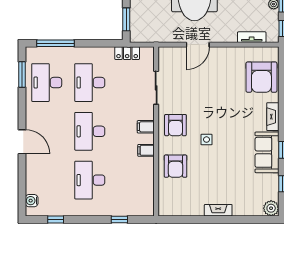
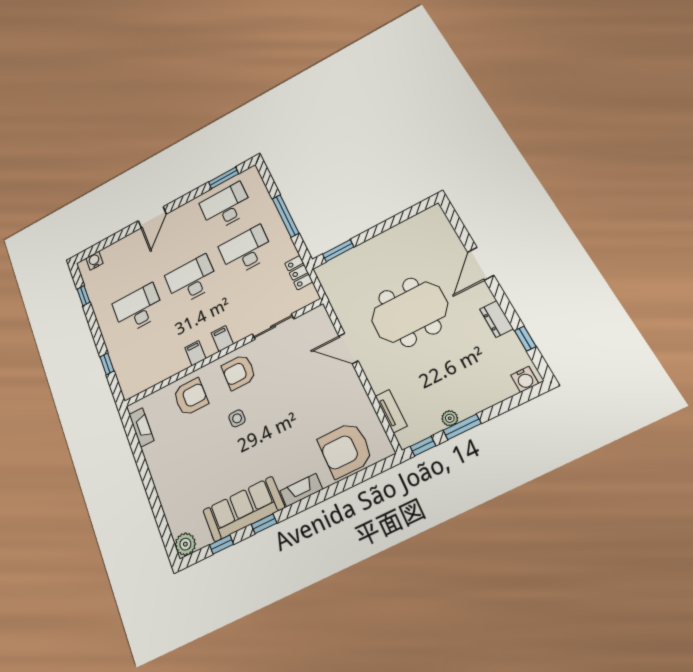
window: (56, 43) -> (286, 216), moved
sofa: (267, 152) -> (243, 509), width x1.36
armchair: (176, 166) -> (191, 397), turned 180
fireplace: (218, 210) -> (141, 427), moved

